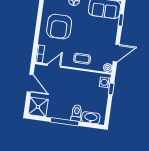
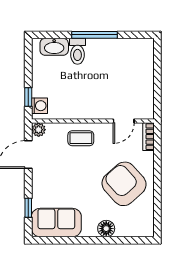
armchair: (59, 27) -> (124, 184), turned -42
door: (30, 83) -> (157, 88), removed
shower: (38, 107) -> (140, 52), removed

